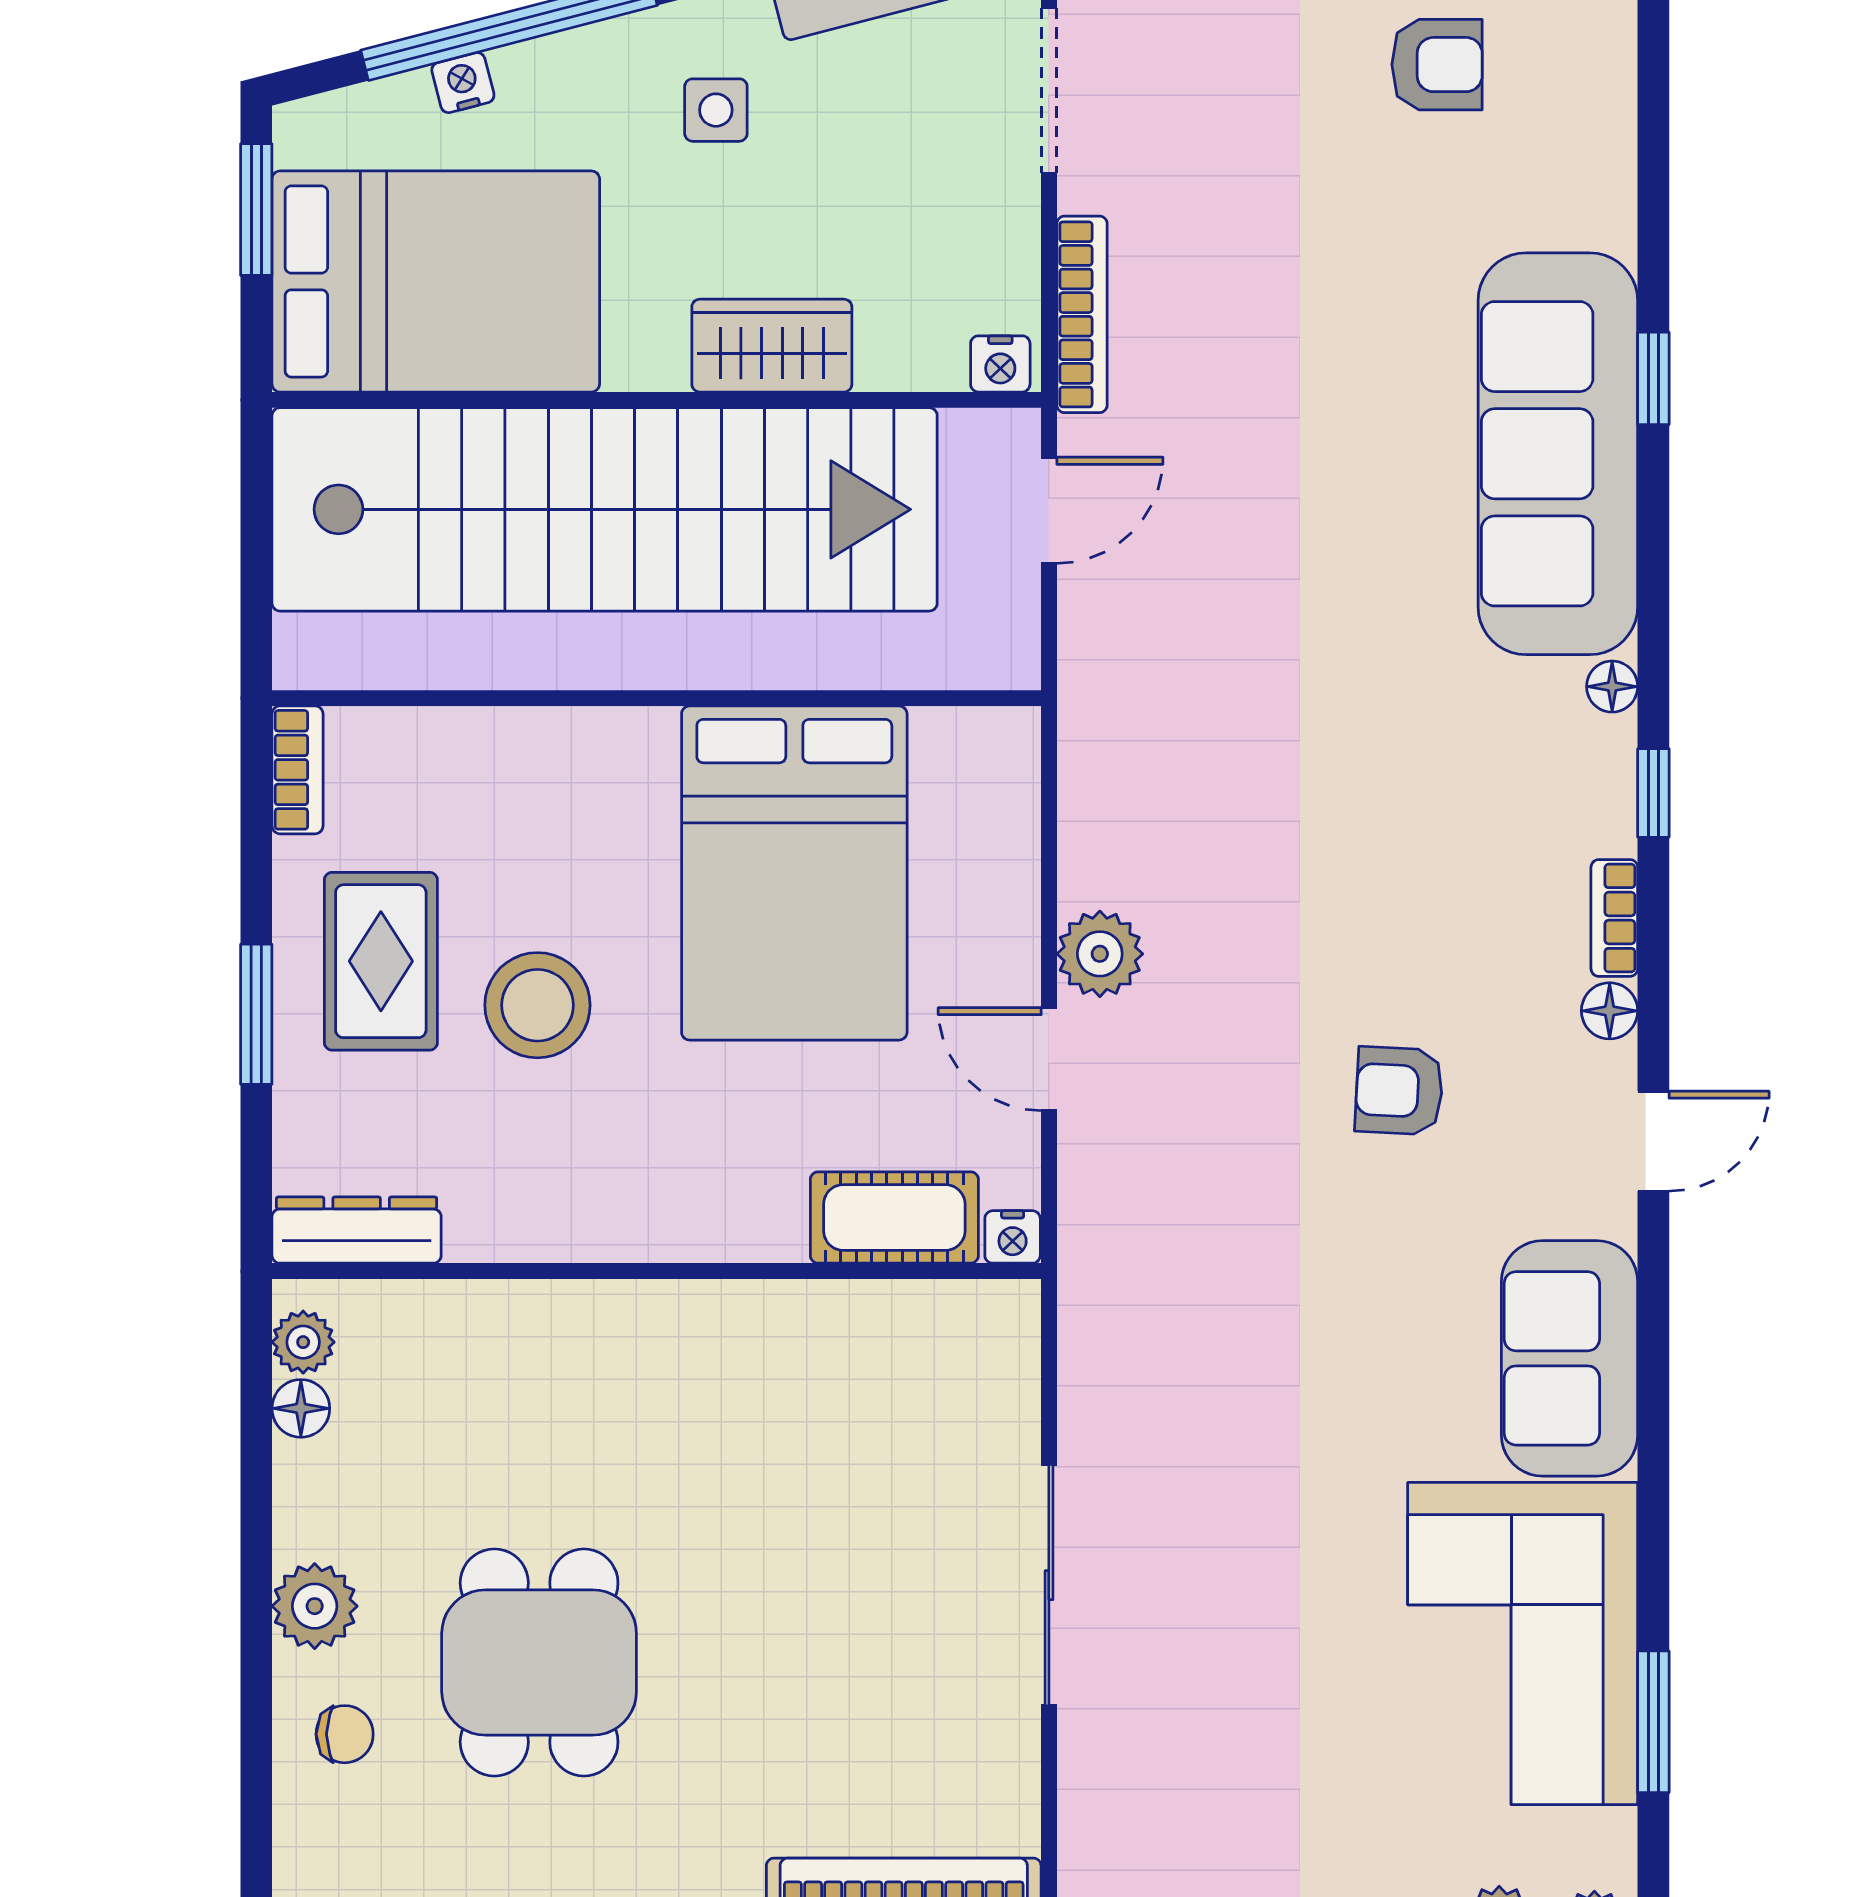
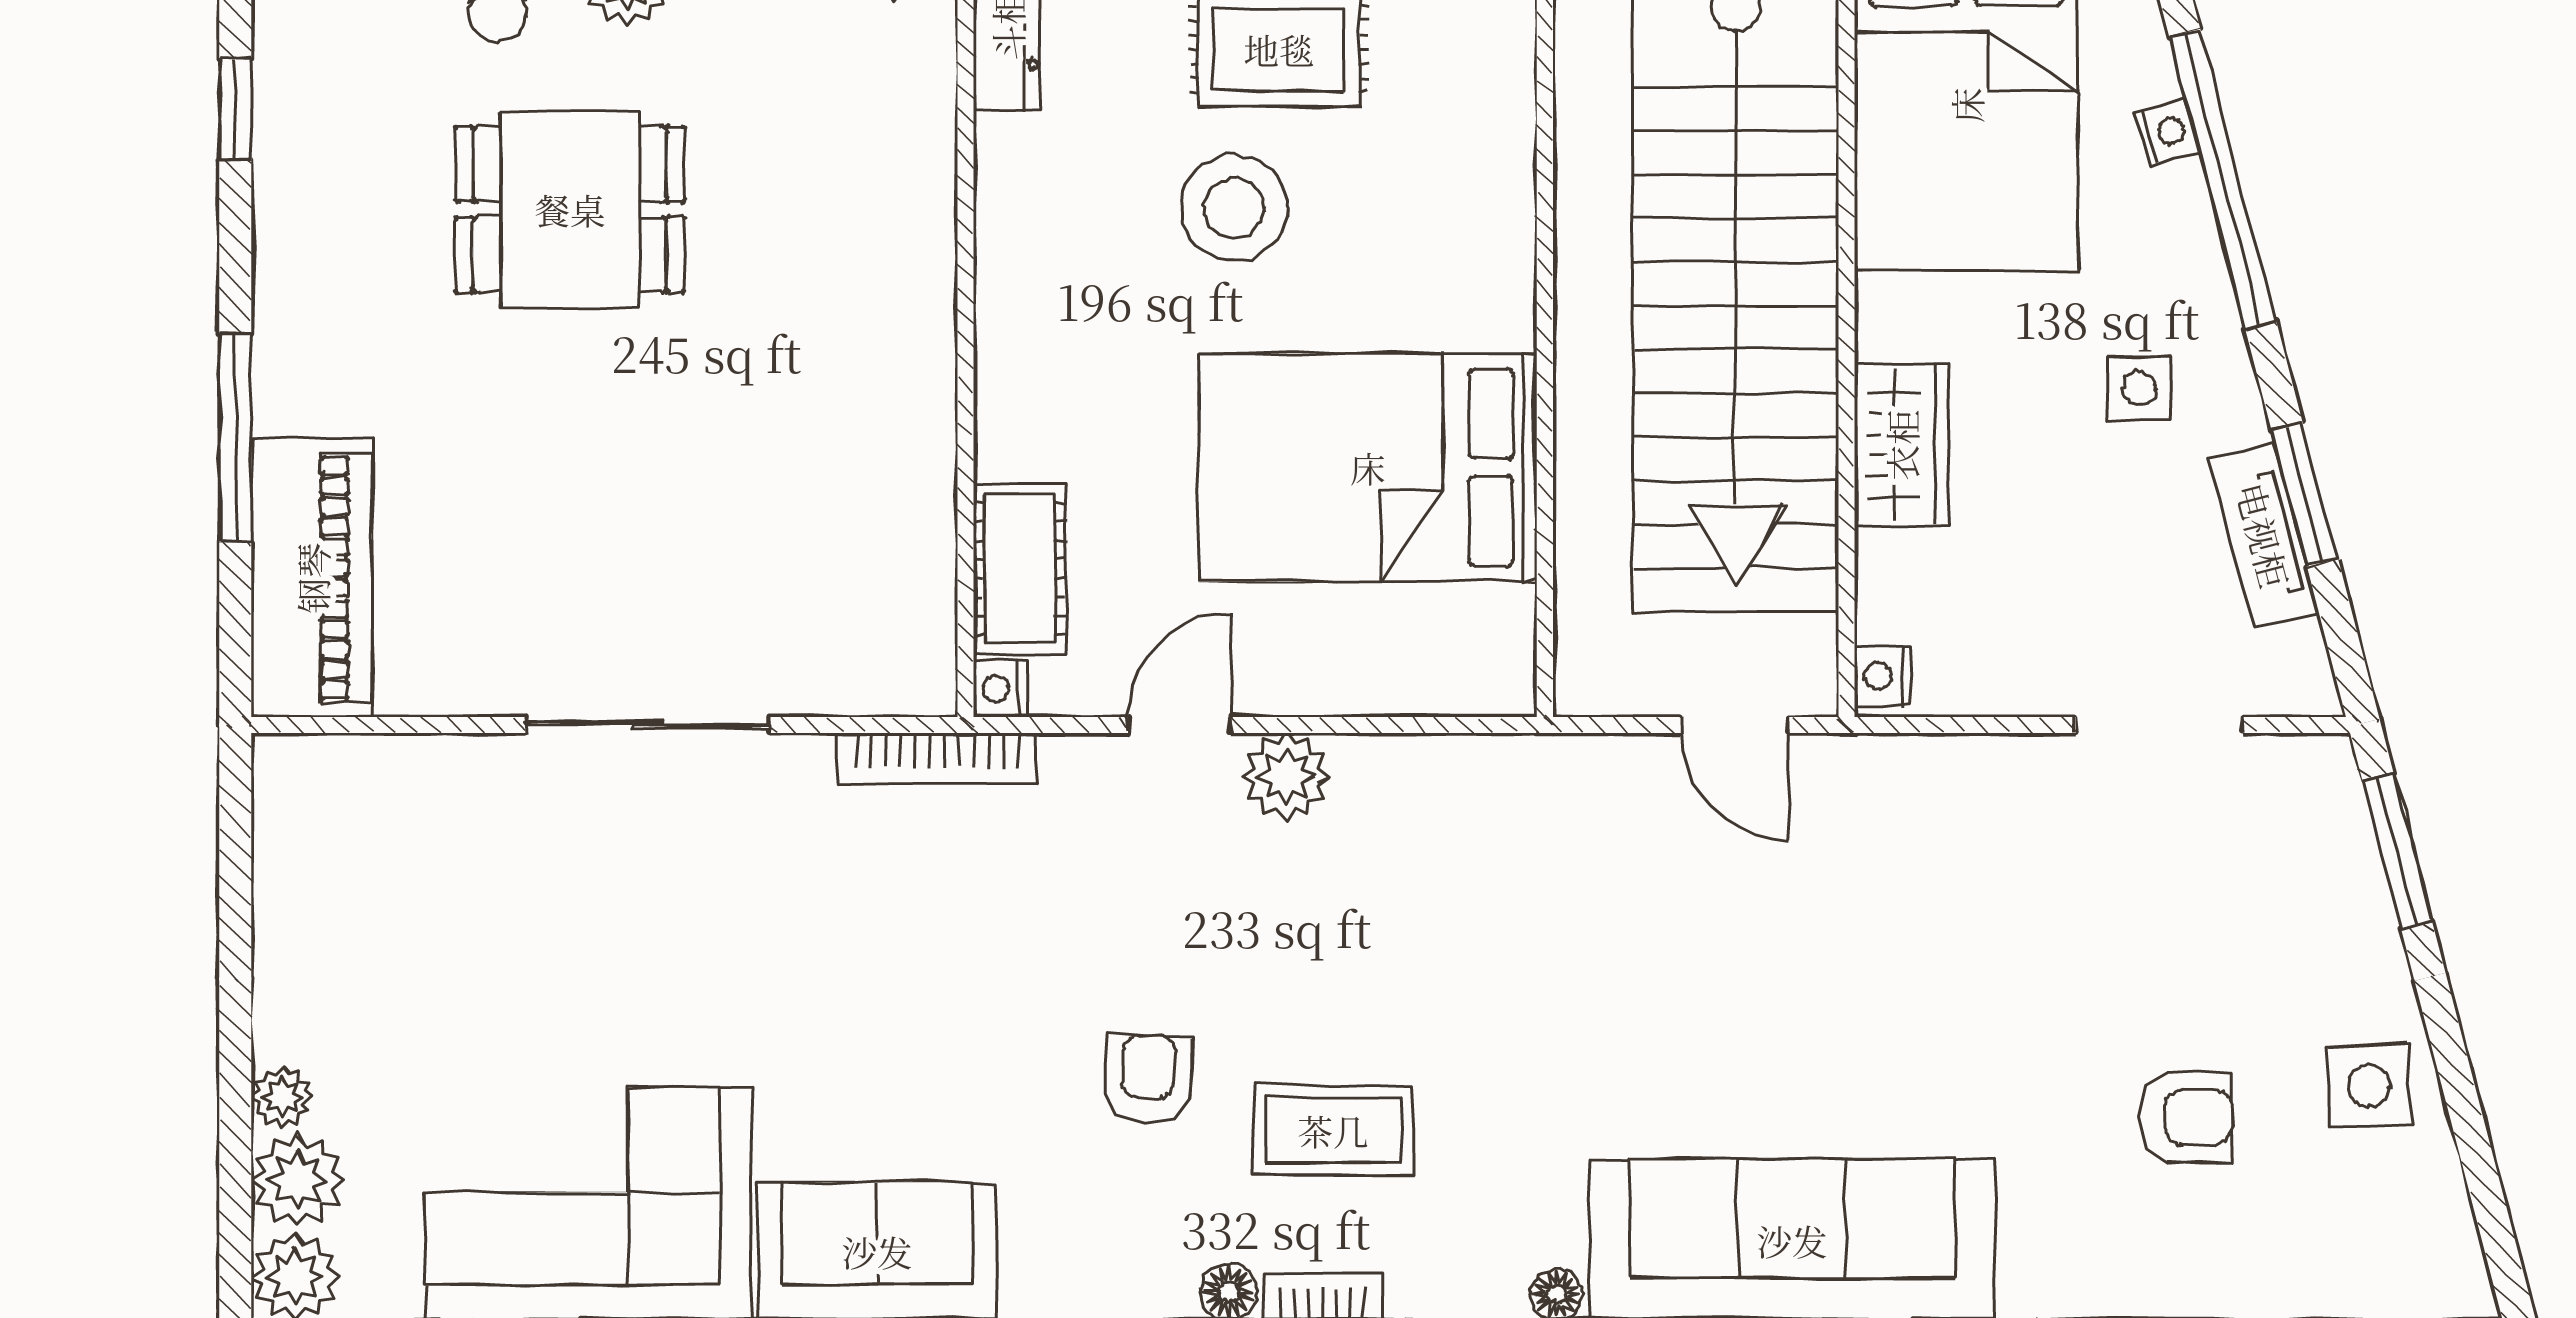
armchair: (1437, 65) -> (2185, 1117), turned -90
bookcase: (1082, 314) -> (937, 758), moved
coffee table: (1449, 907) -> (1333, 1130), added

